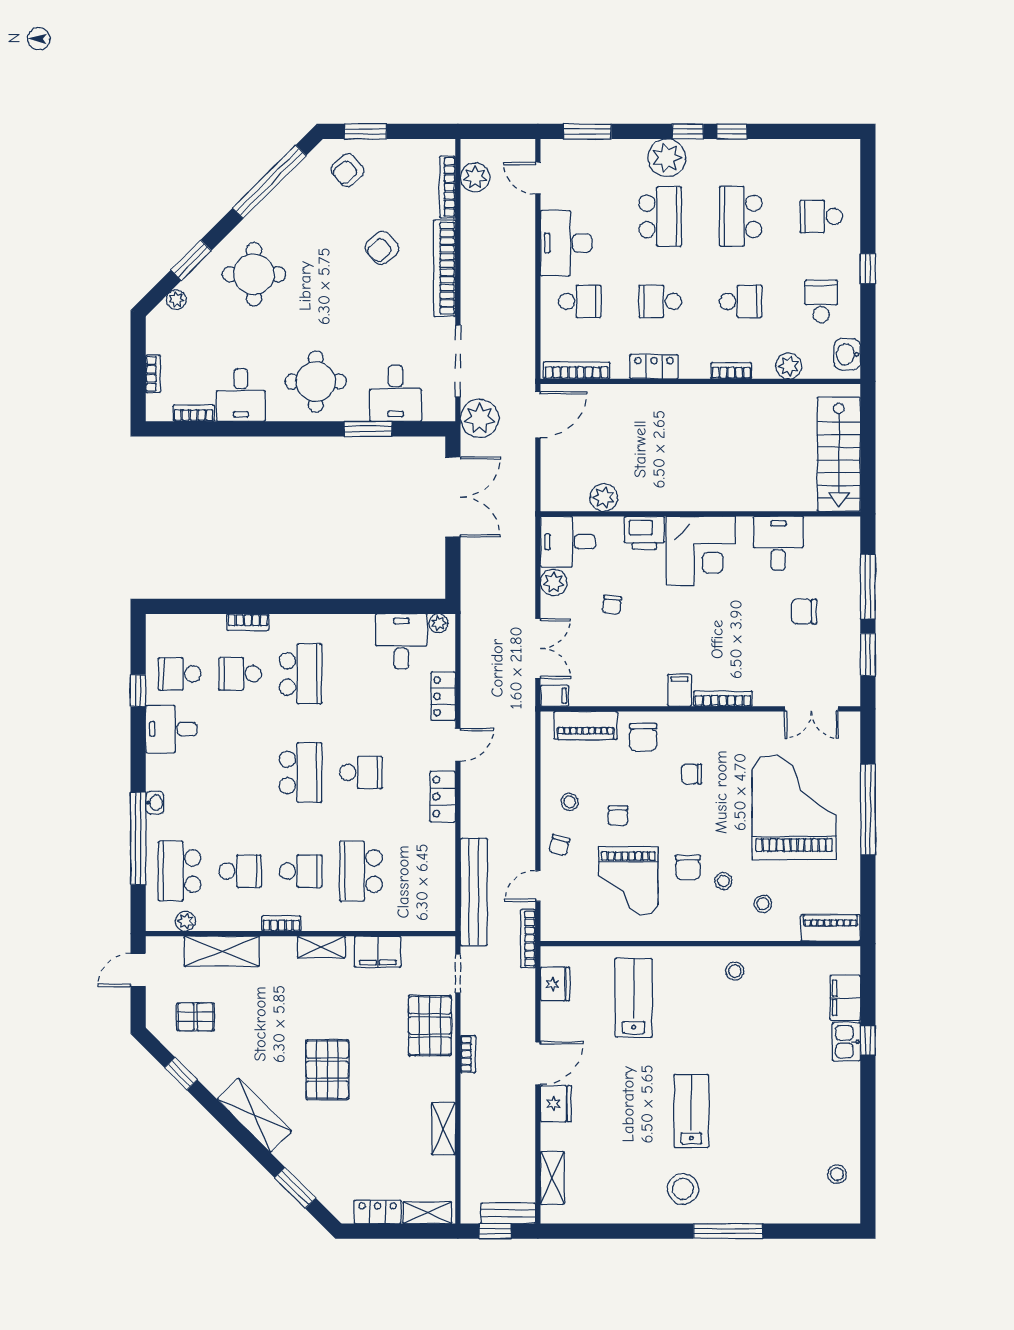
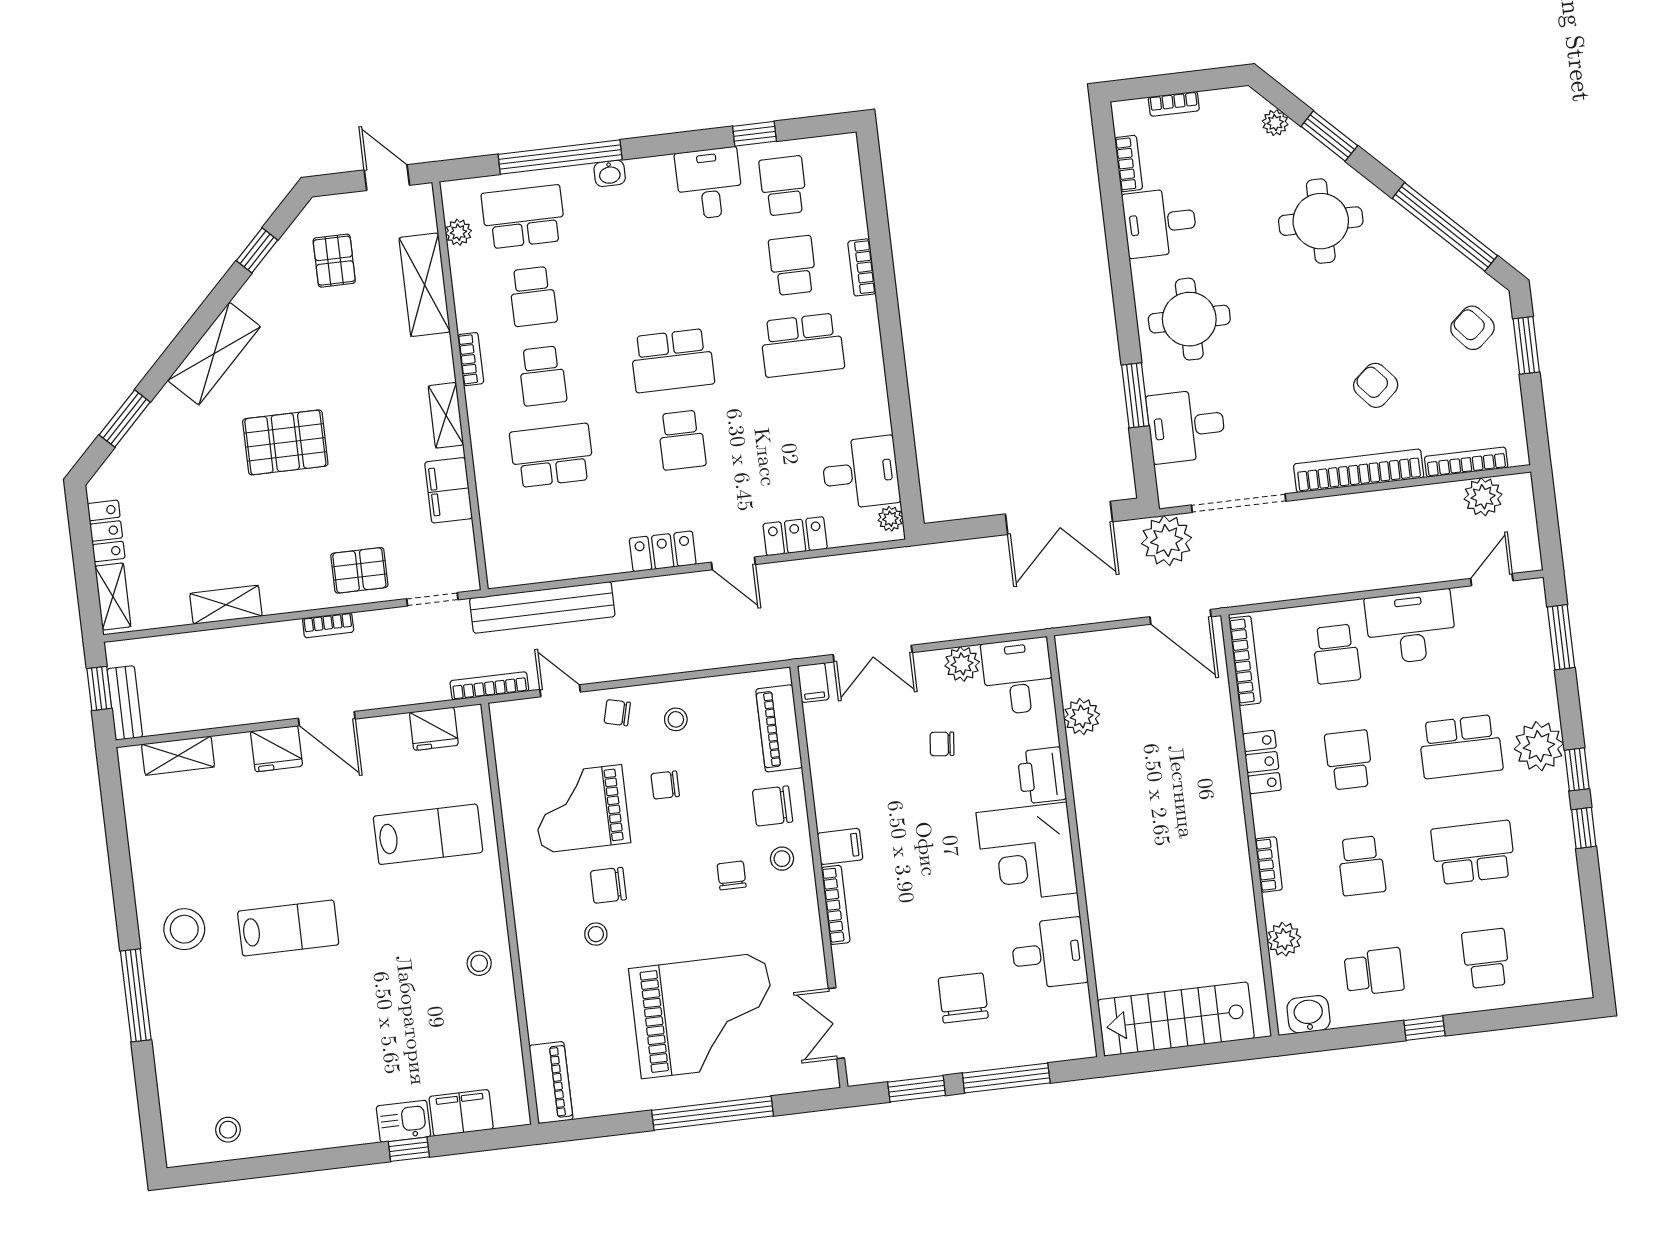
chair: (804, 611) -> (963, 998), width x1.37, depth x1.37
stool: (763, 904) -> (782, 859), moved
pallet: (430, 1026) -> (359, 570), width x0.67, depth x0.71

